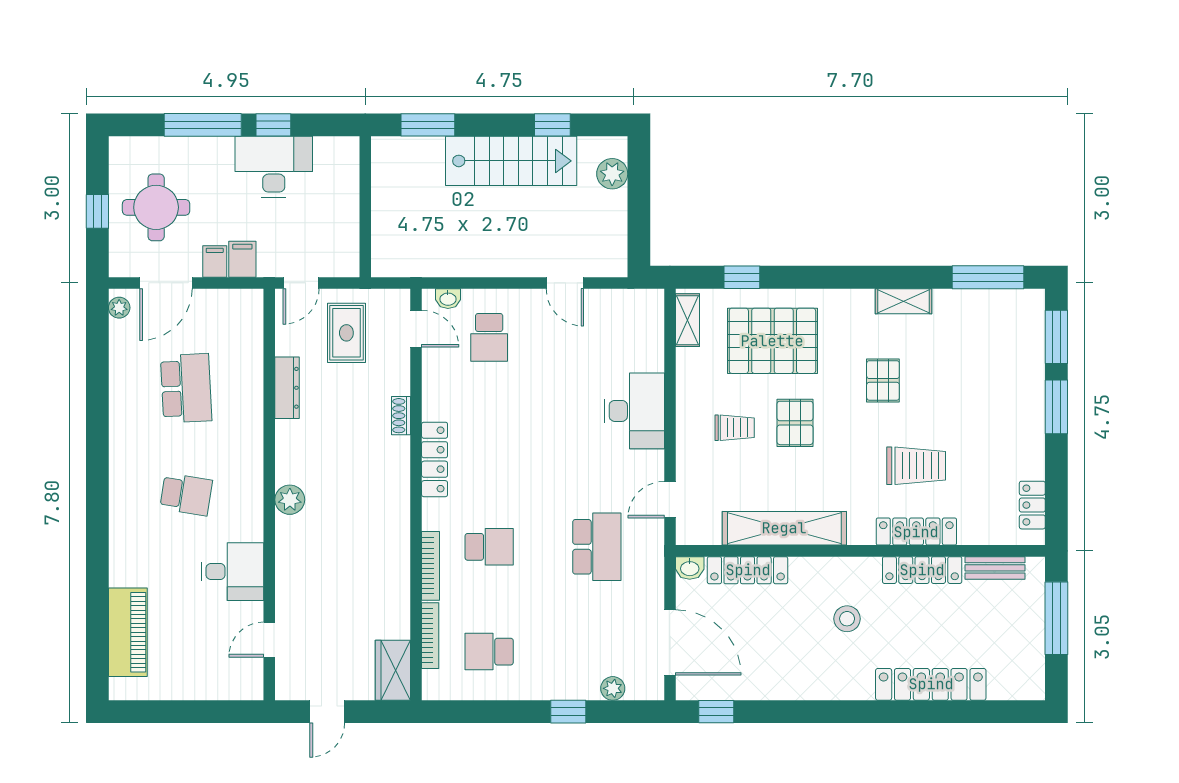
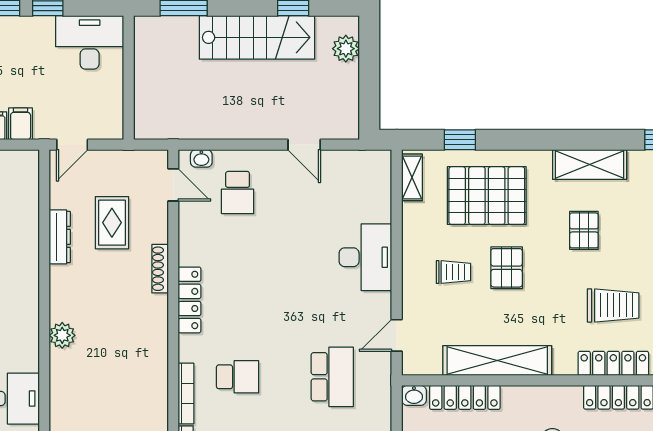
desk: (274, 167) -> (90, 42), moved
shelving: (903, 301) -> (590, 164), width x1.50, depth x1.33
rug: (346, 333) -> (112, 223), moved
shoe rack: (401, 416) -> (160, 269), width x1.43

